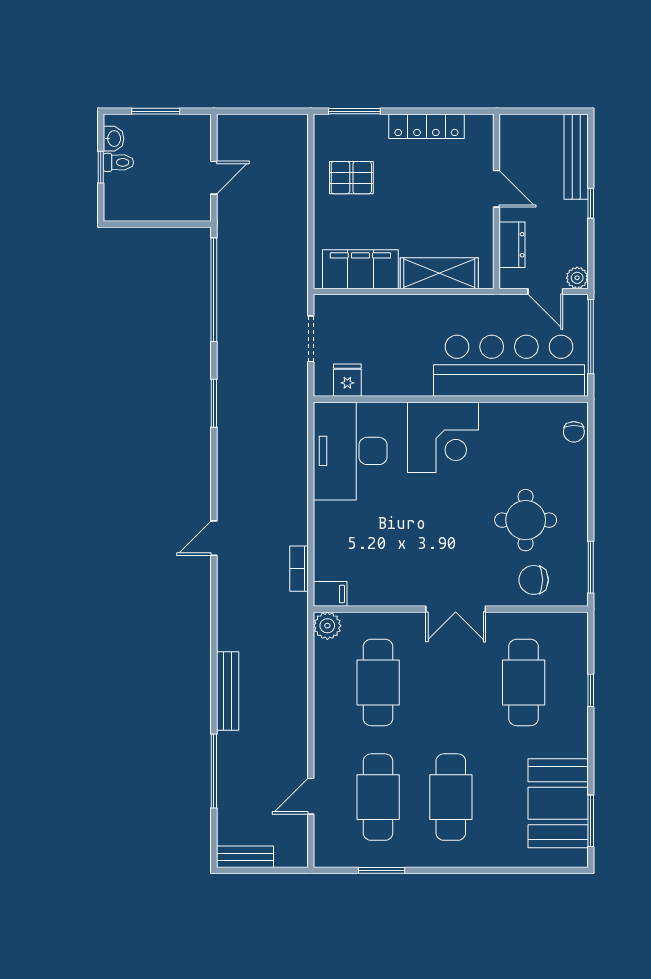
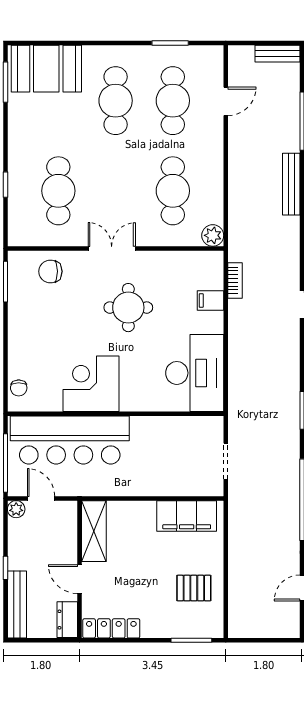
locker: (426, 126) -> (111, 628), moved
dresser: (512, 245) -> (67, 620), moved
shelving: (439, 273) -> (94, 531), moved, turned 90
fridge: (347, 380) -> (197, 429), removed
chair: (574, 432) -> (19, 388), turned 180
corner desk: (443, 437) -> (91, 384), moved
round table: (526, 520) -> (128, 308), moved
chair: (534, 580) -> (50, 271), turned 180
filing cabinet: (330, 594) -> (210, 301), moved
booth: (558, 803) -> (46, 69), moved, turned 90

